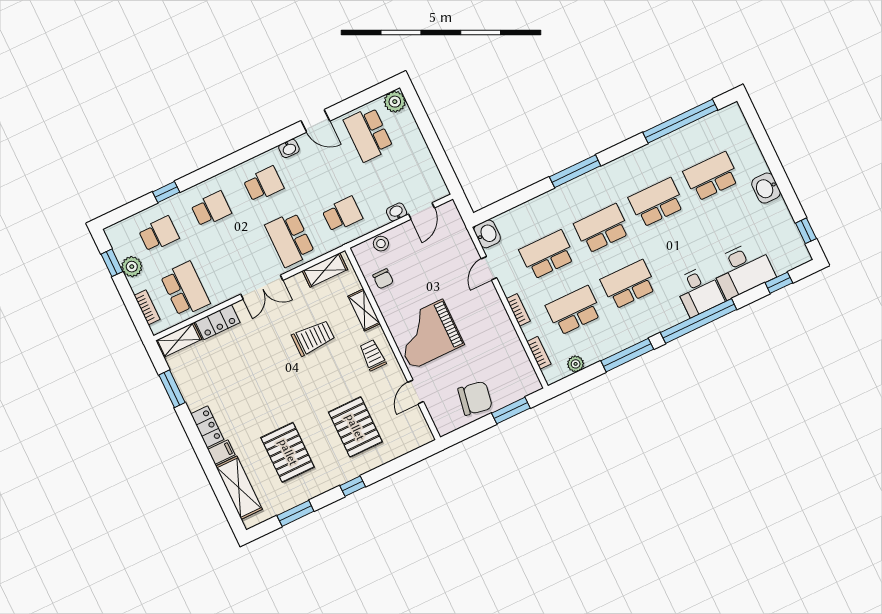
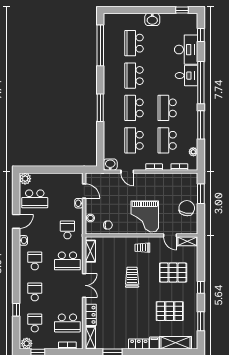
plant: (132, 267) -> (27, 343), moved
school desk: (185, 289) -> (67, 323), turned 180
shelving: (364, 310) -> (187, 241), moved
trolley: (313, 338) -> (132, 277), moved

